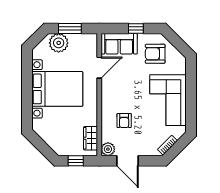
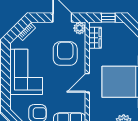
door: (99, 68) -> (87, 83), moved
armchair: (124, 121) -> (65, 54), width x1.88, depth x1.88

